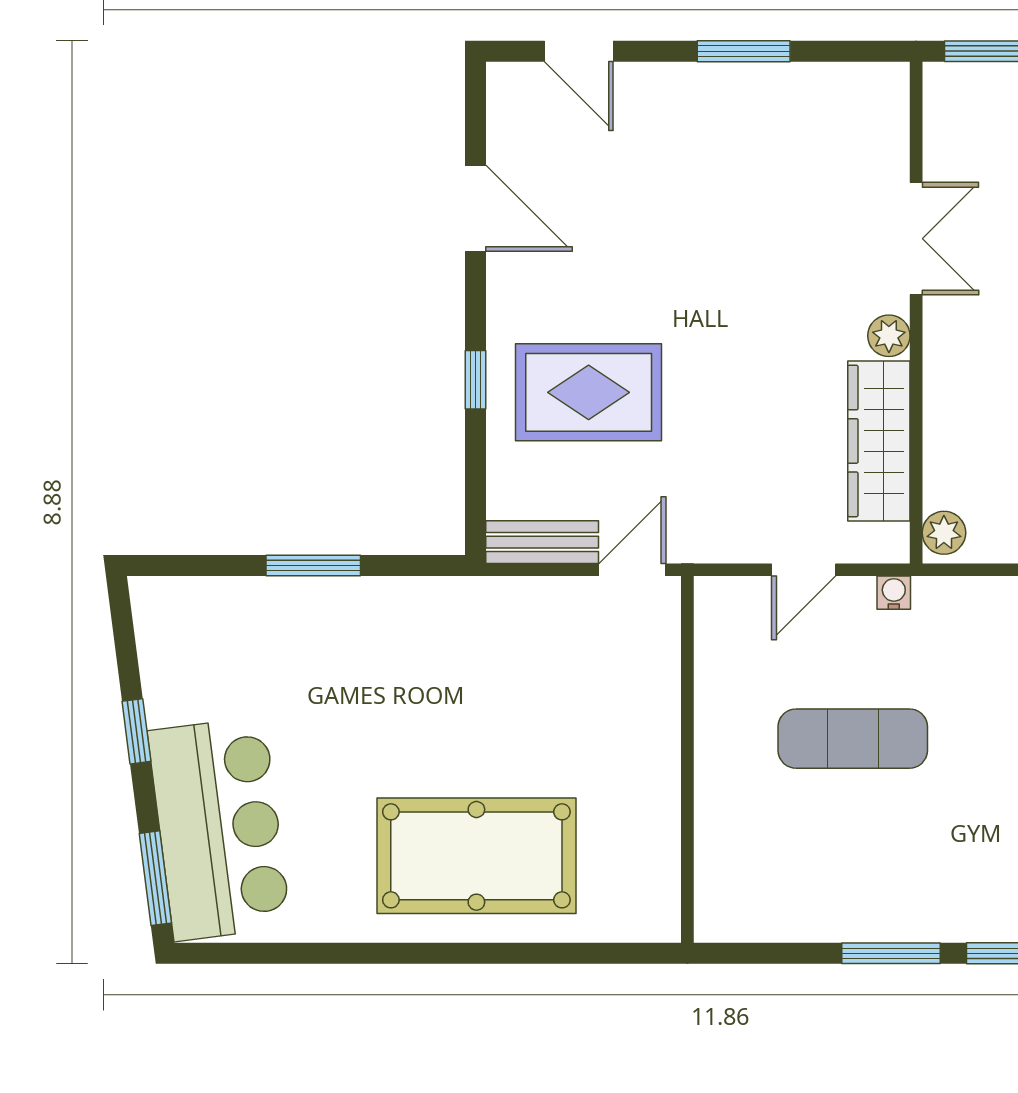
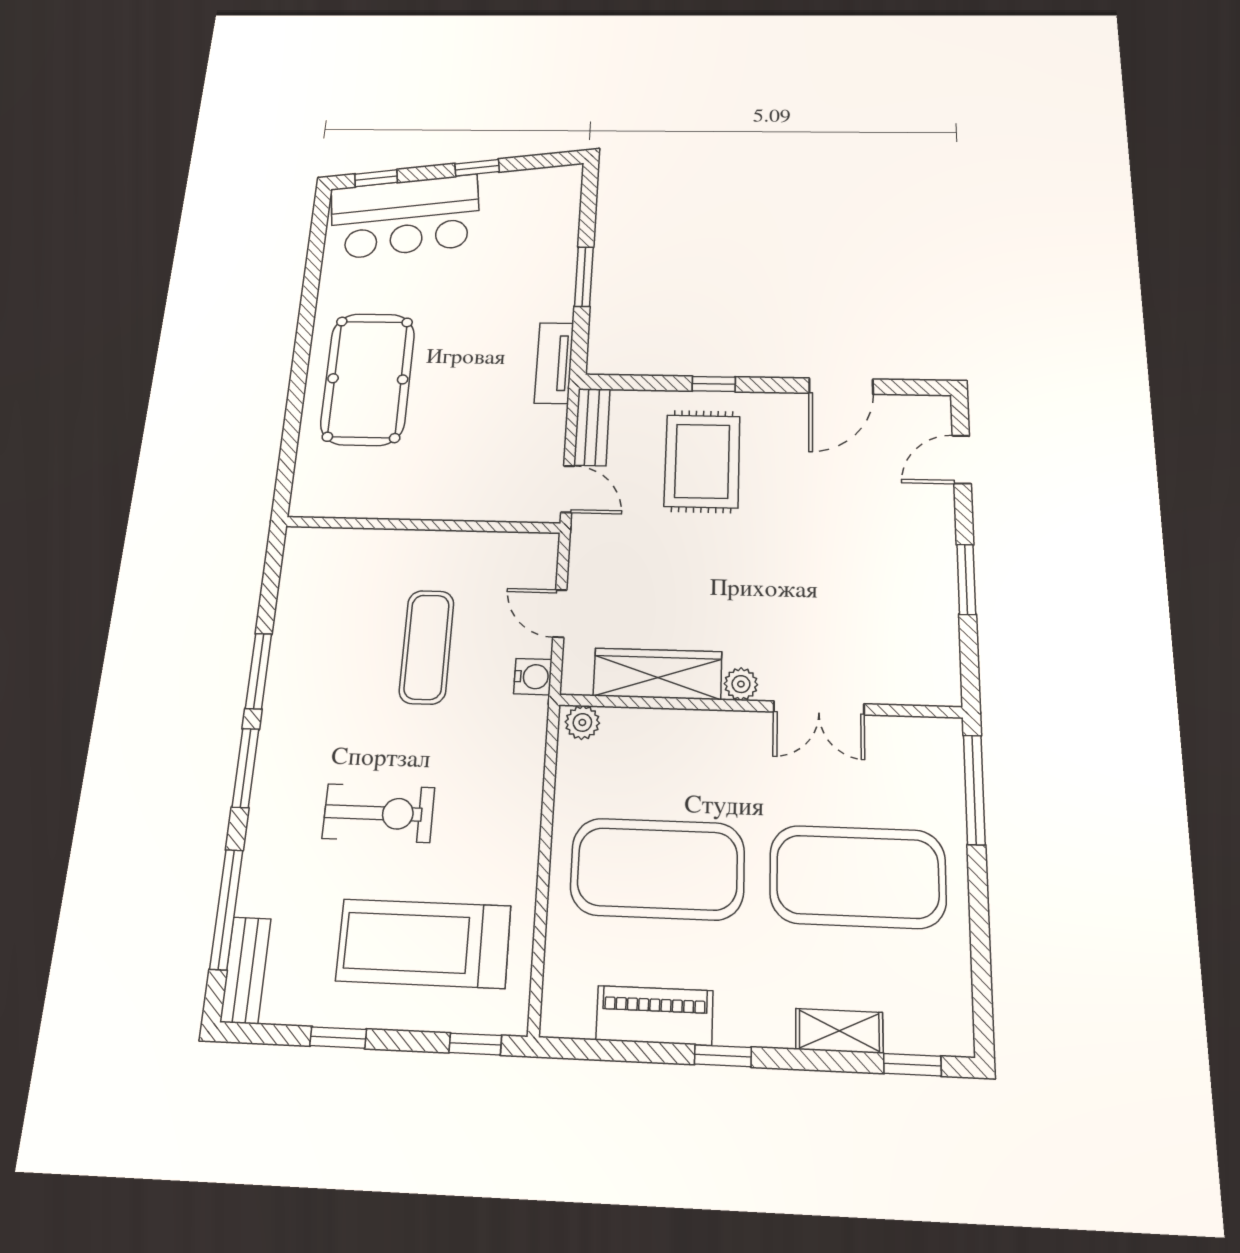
water cooler: (894, 593) -> (533, 677), width x1.38, depth x1.38
tv unit: (448, 599) -> (554, 363), added
window: (155, 878) -> (376, 178), width x0.67

